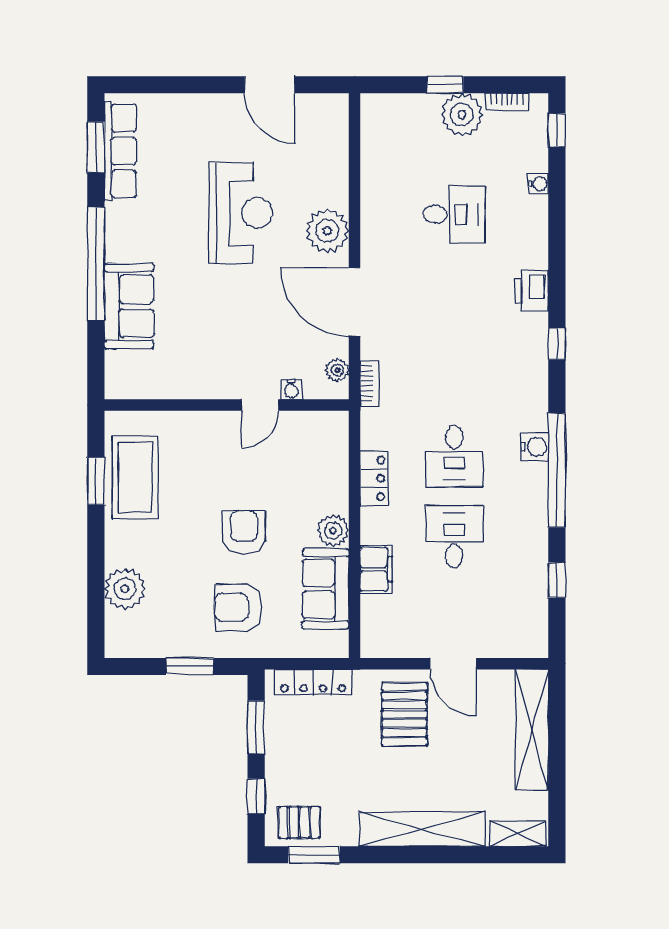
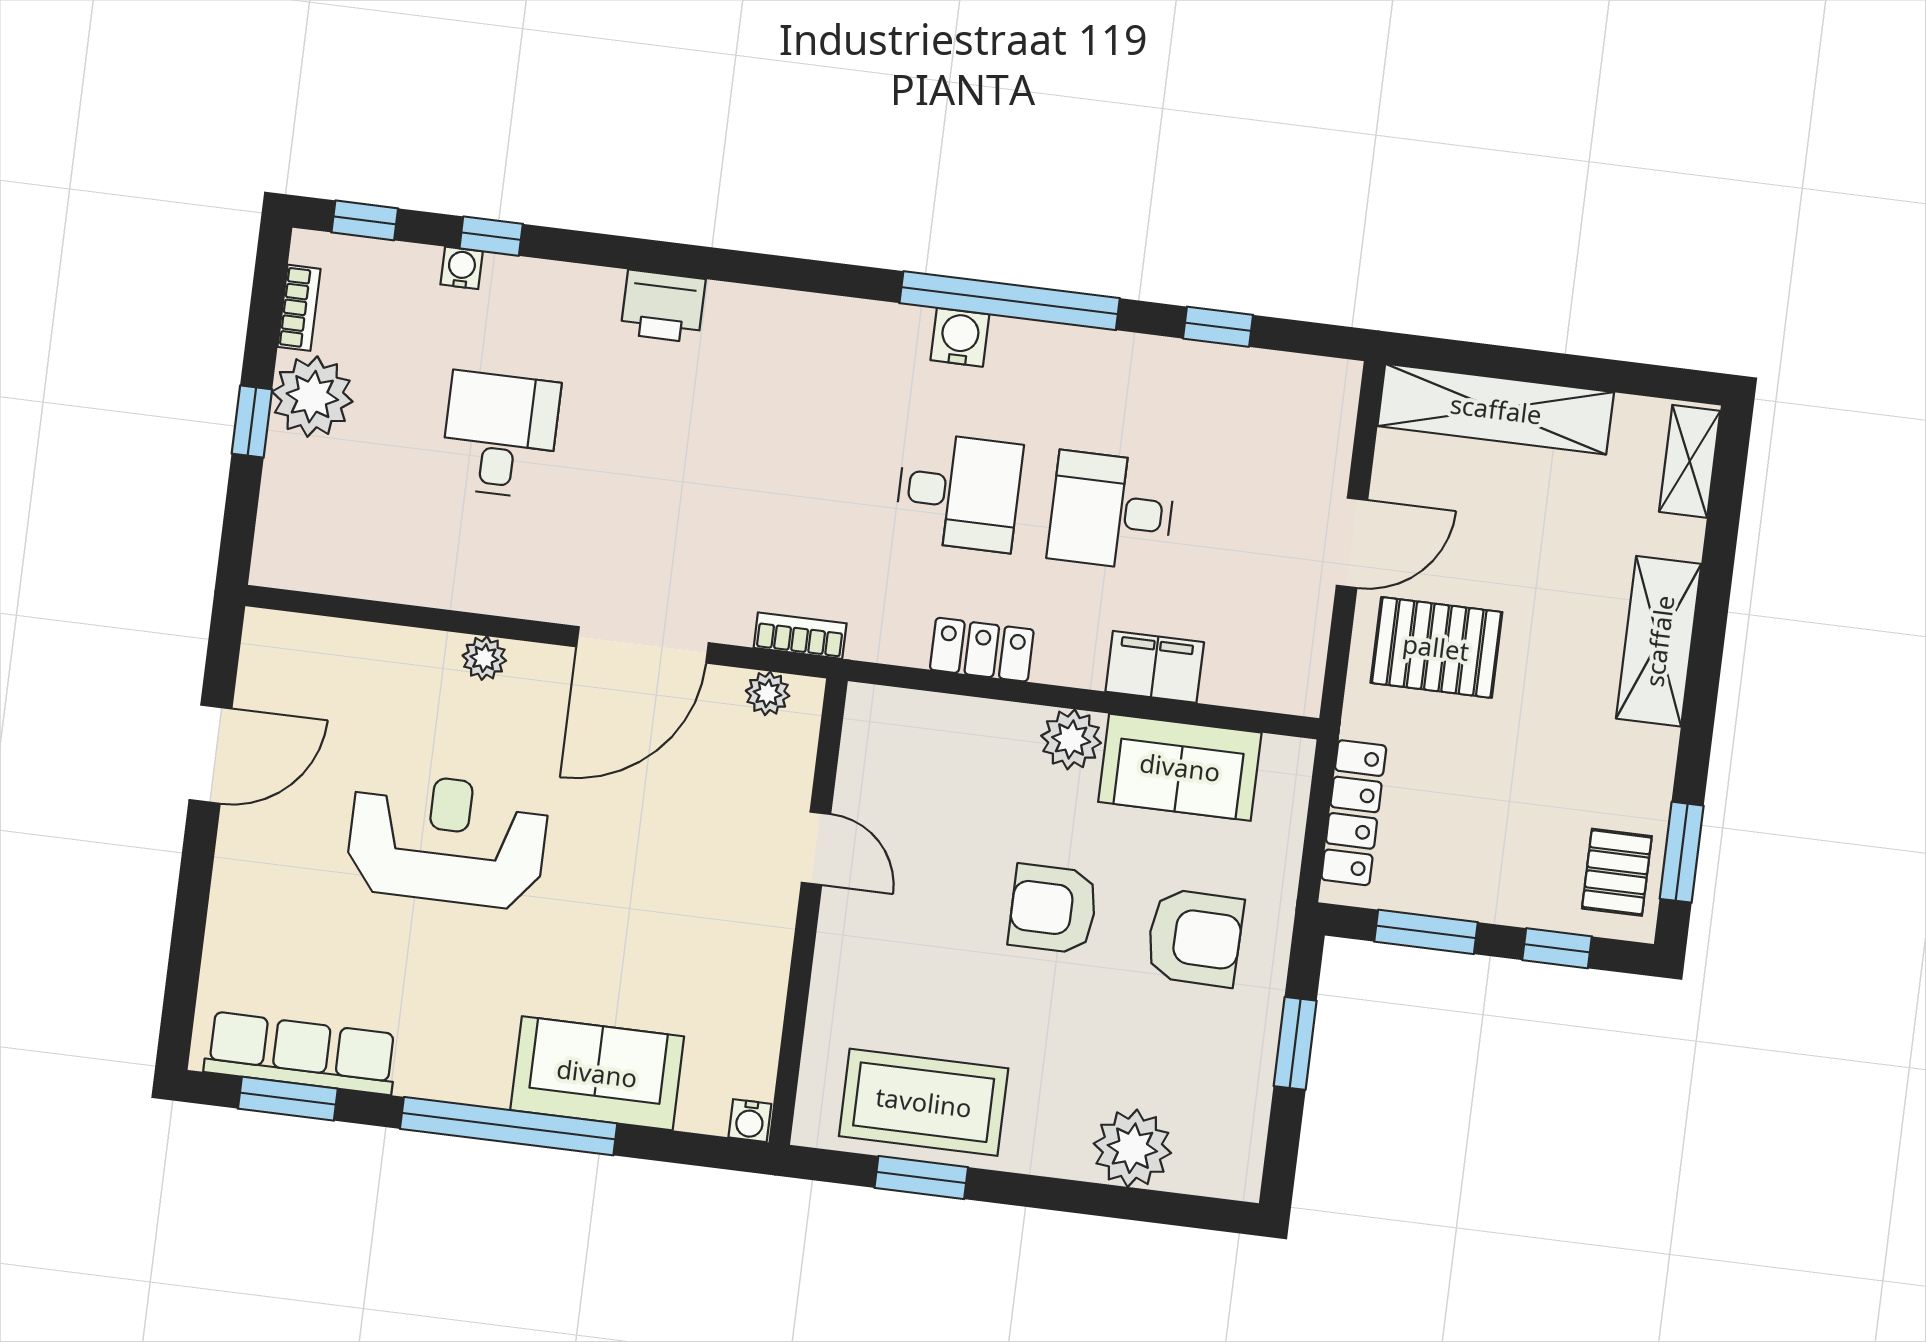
plant: (327, 231) -> (484, 658), width x0.53, depth x0.53
window: (557, 344) -> (491, 236), moved
water cooler: (291, 389) -> (750, 1121), moved, turned 90
armchair: (238, 607) -> (1195, 938), turned -89
shelving: (422, 829) -> (1659, 641), width x0.68

